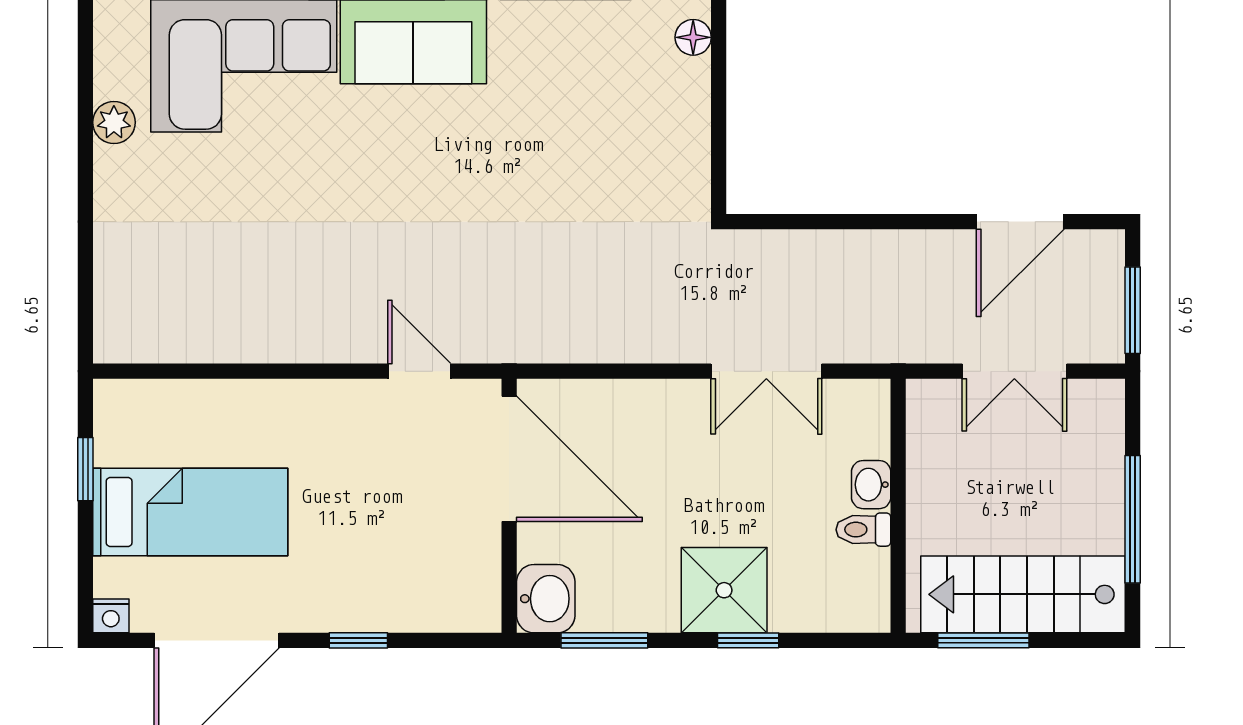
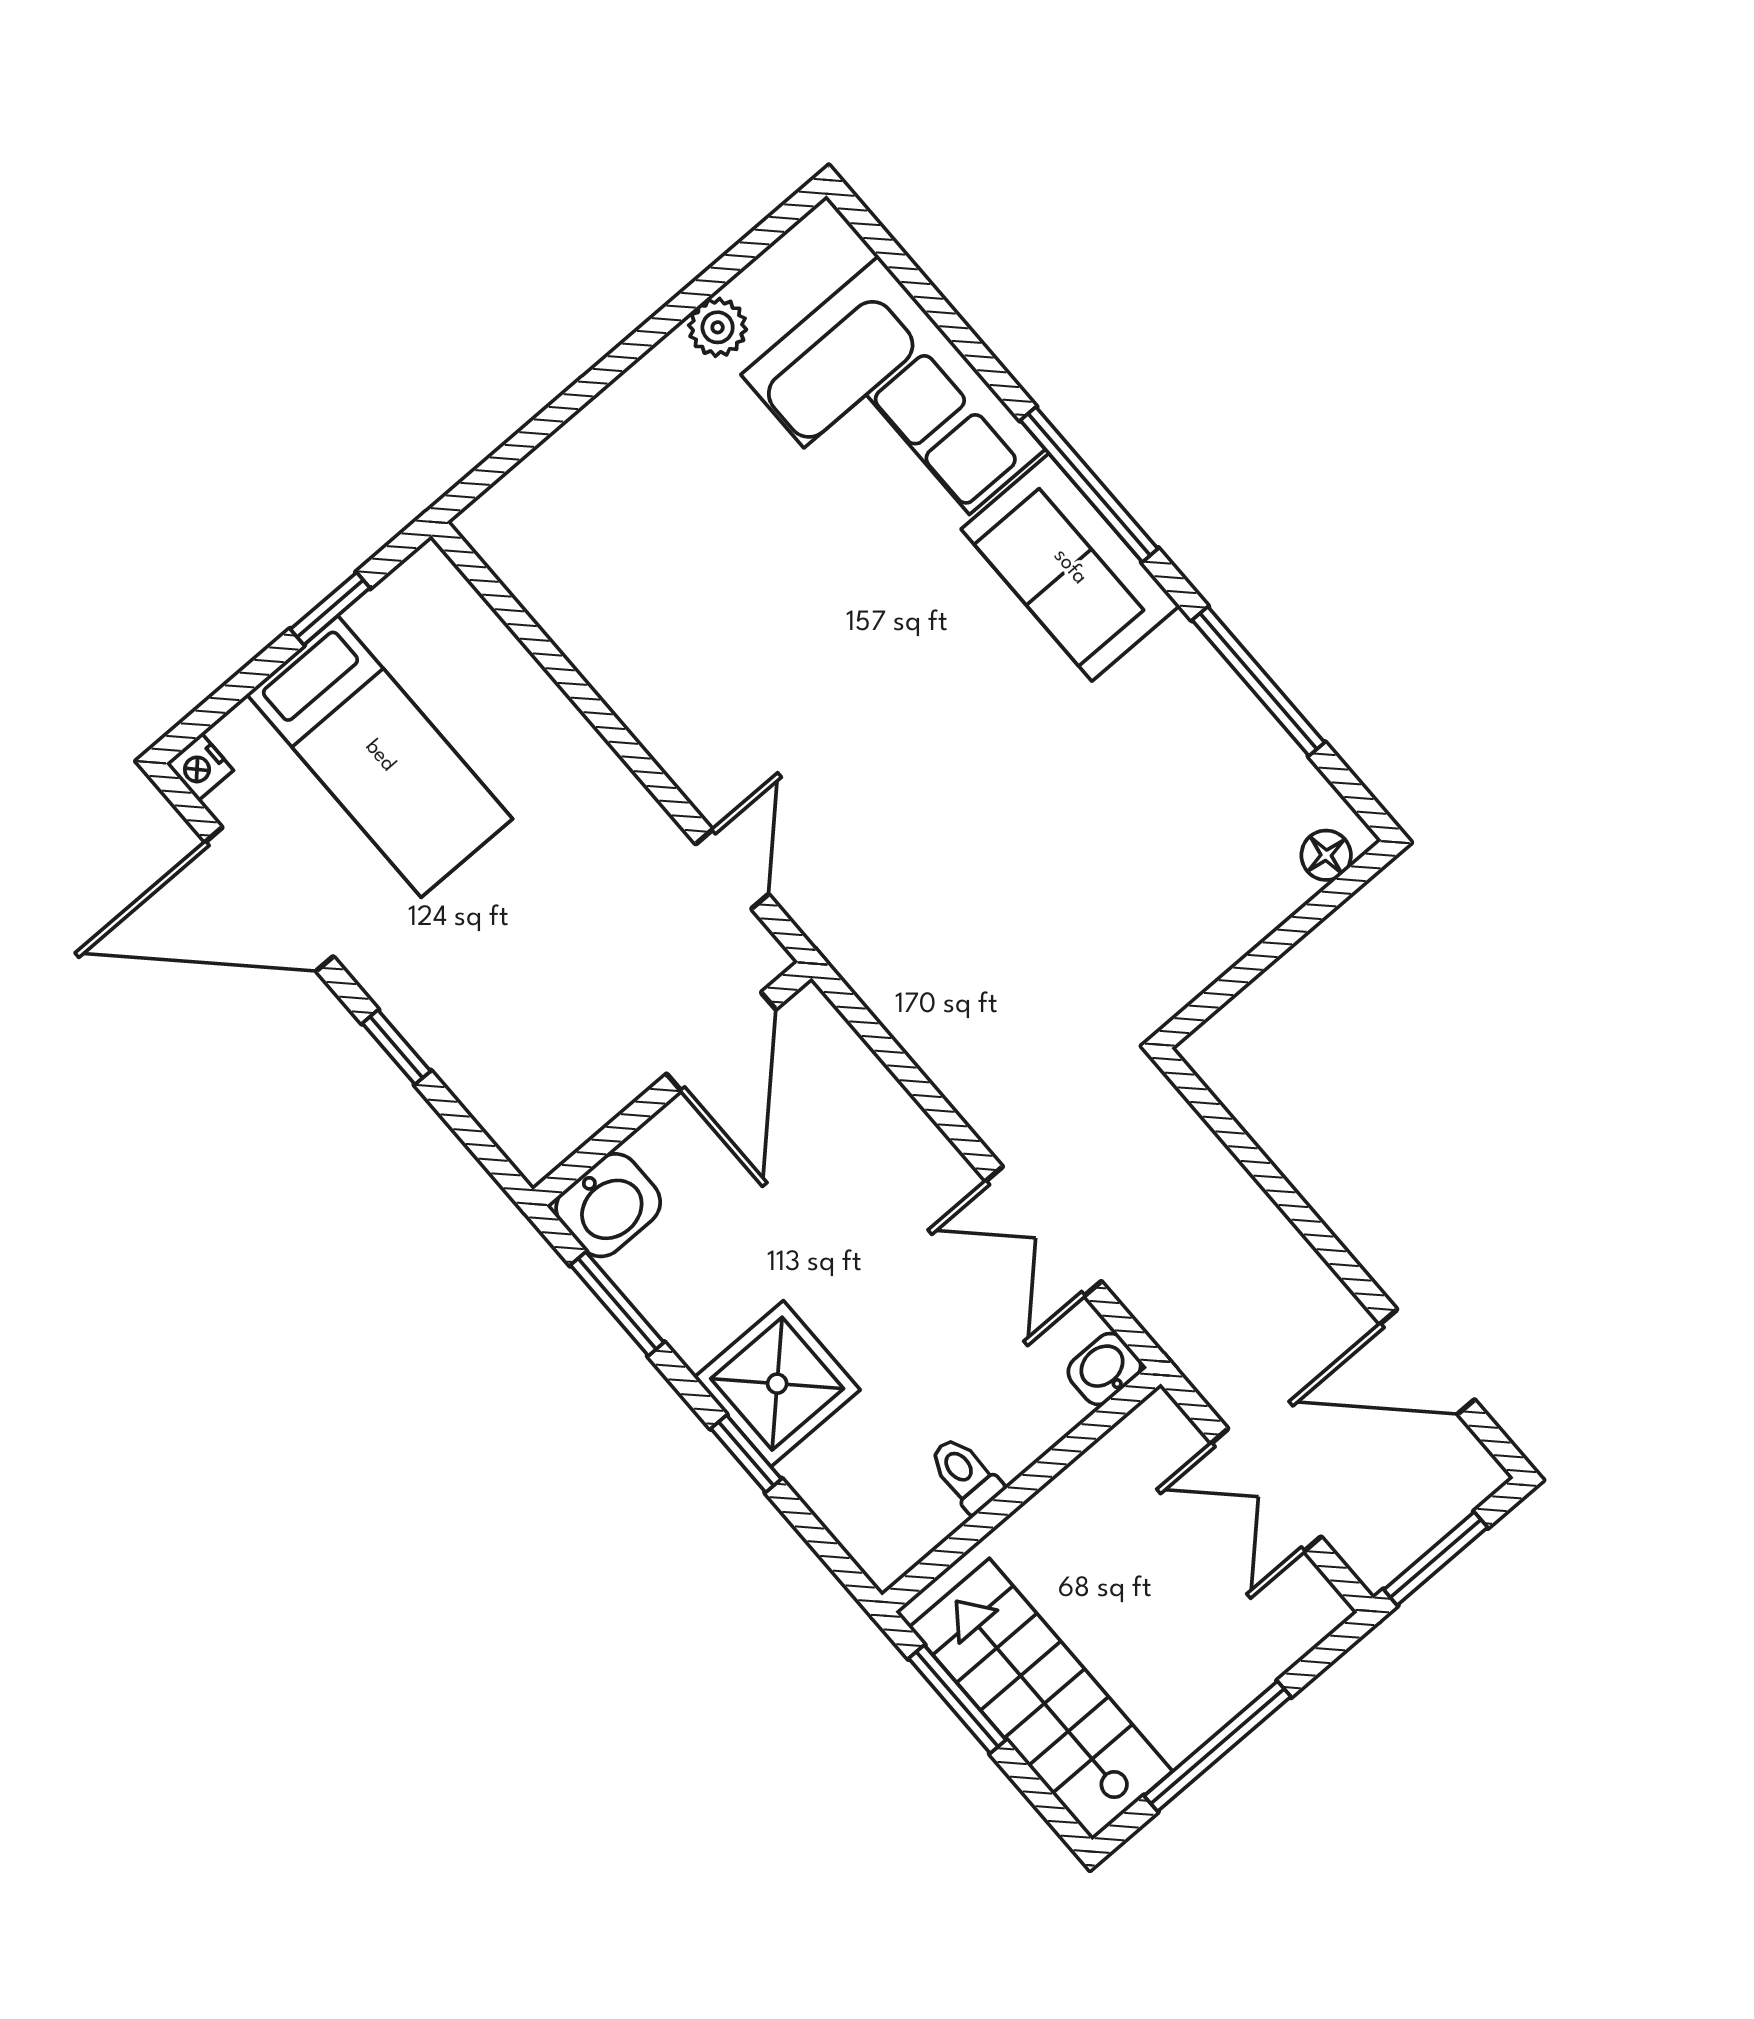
door: (509, 459) -> (721, 1042), width x0.73
washbasin: (871, 485) -> (1104, 1369), moved

